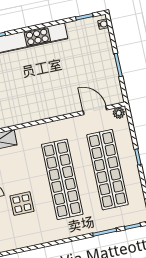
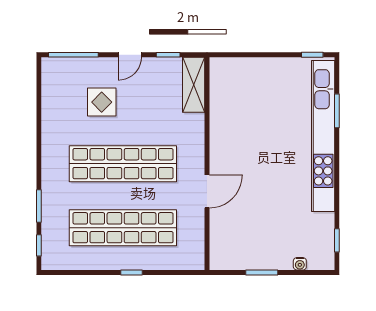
water cooler: (103, 24) -> (300, 264), moved
door: (95, 110) -> (207, 191), moved
plant: (119, 113) -> (197, 259), removed

